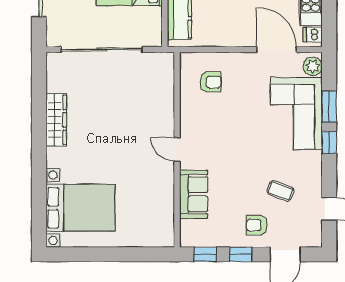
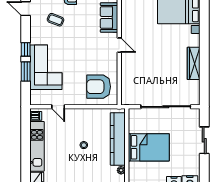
door: (276, 49) -> (58, 107), width x0.53
plant: (313, 66) -> (36, 96), removed
armchair: (211, 82) -> (99, 87), width x1.88, depth x1.88

